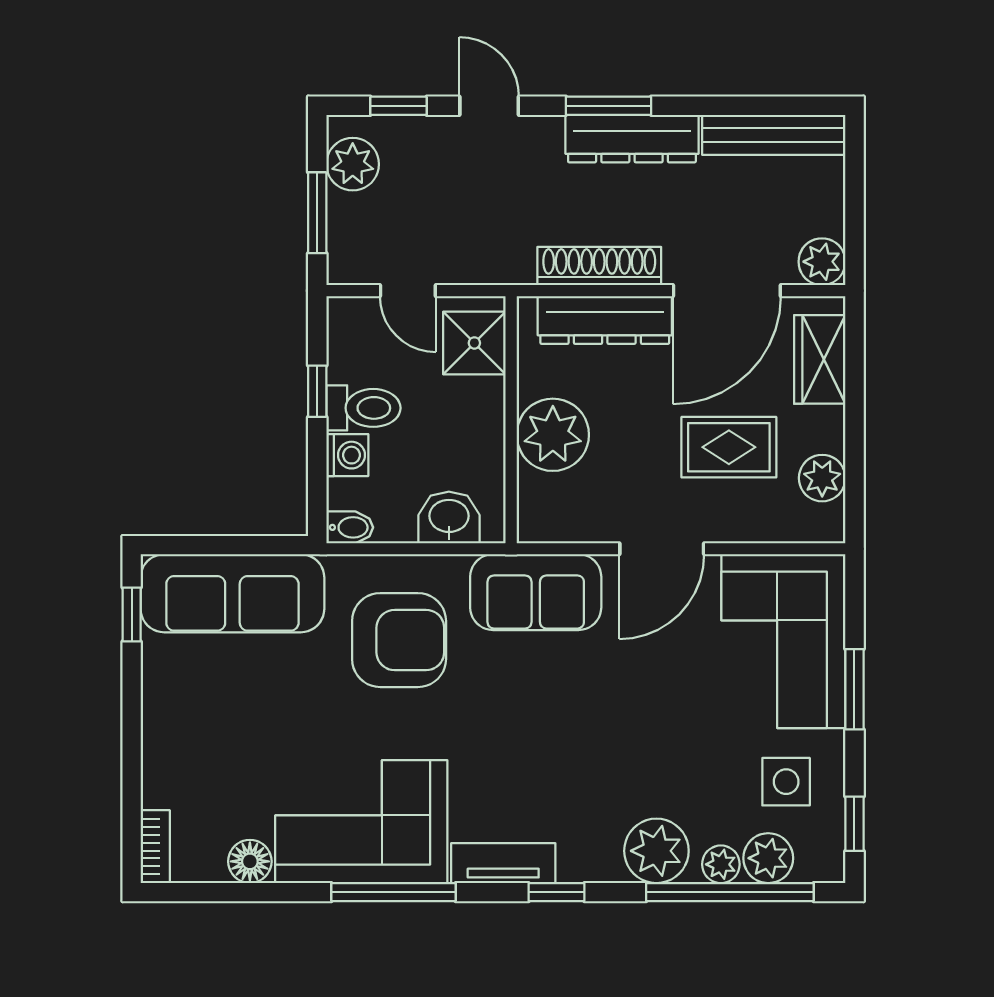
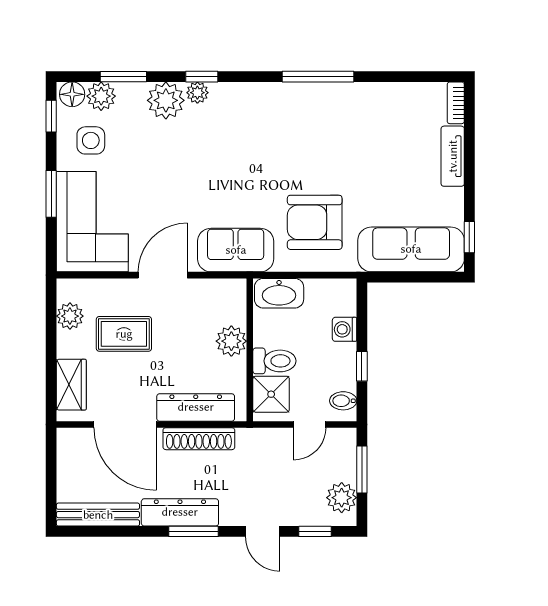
plant: (822, 262) -> (70, 441), removed
door: (408, 291) -> (310, 424), swing flipped
door: (727, 291) -> (125, 424), swing flipped
toilet: (363, 408) -> (274, 361), moved, turned 180
plant: (553, 435) -> (231, 341), width x0.73, depth x0.73
washbasin: (449, 517) -> (279, 293), width x1.38
bidet: (350, 527) -> (343, 401), moved
corner sofa: (361, 822) -> (337, 117), removed
floor lamp: (250, 861) -> (72, 94), moved
tv unit: (503, 863) -> (453, 156), moved, turned 90
plant: (721, 864) -> (197, 93), moved
window: (556, 892) -> (202, 77), moved
window: (730, 892) -> (123, 77), width x0.47

